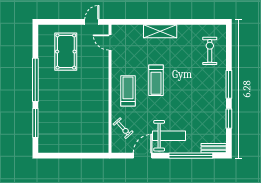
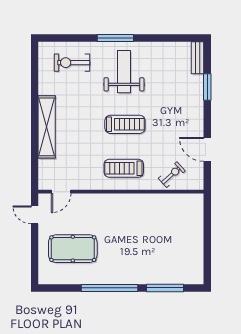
shelving: (160, 31) -> (47, 127), width x1.47
treadmill: (156, 80) -> (125, 124), moved
window: (229, 119) -> (159, 38), removed
weight bench: (169, 136) -> (124, 72), moved
window: (191, 156) -> (207, 87), width x0.47

